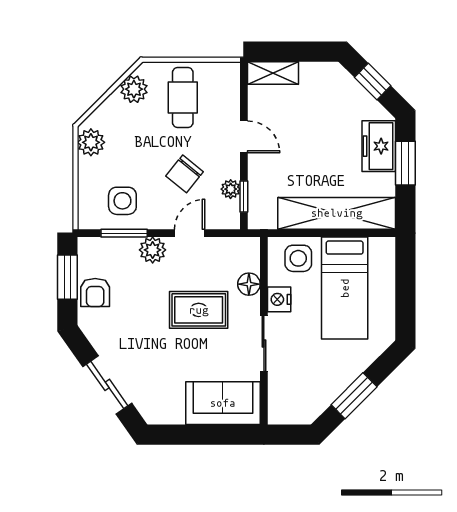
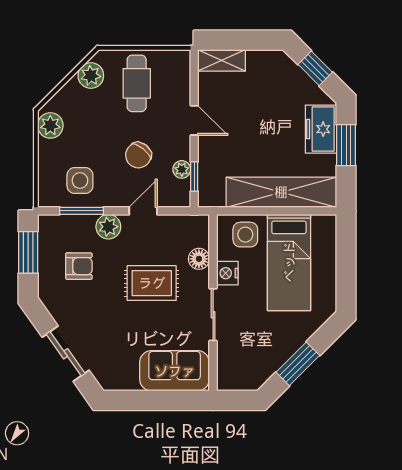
armchair: (95, 293) -> (79, 266), moved, turned -90

